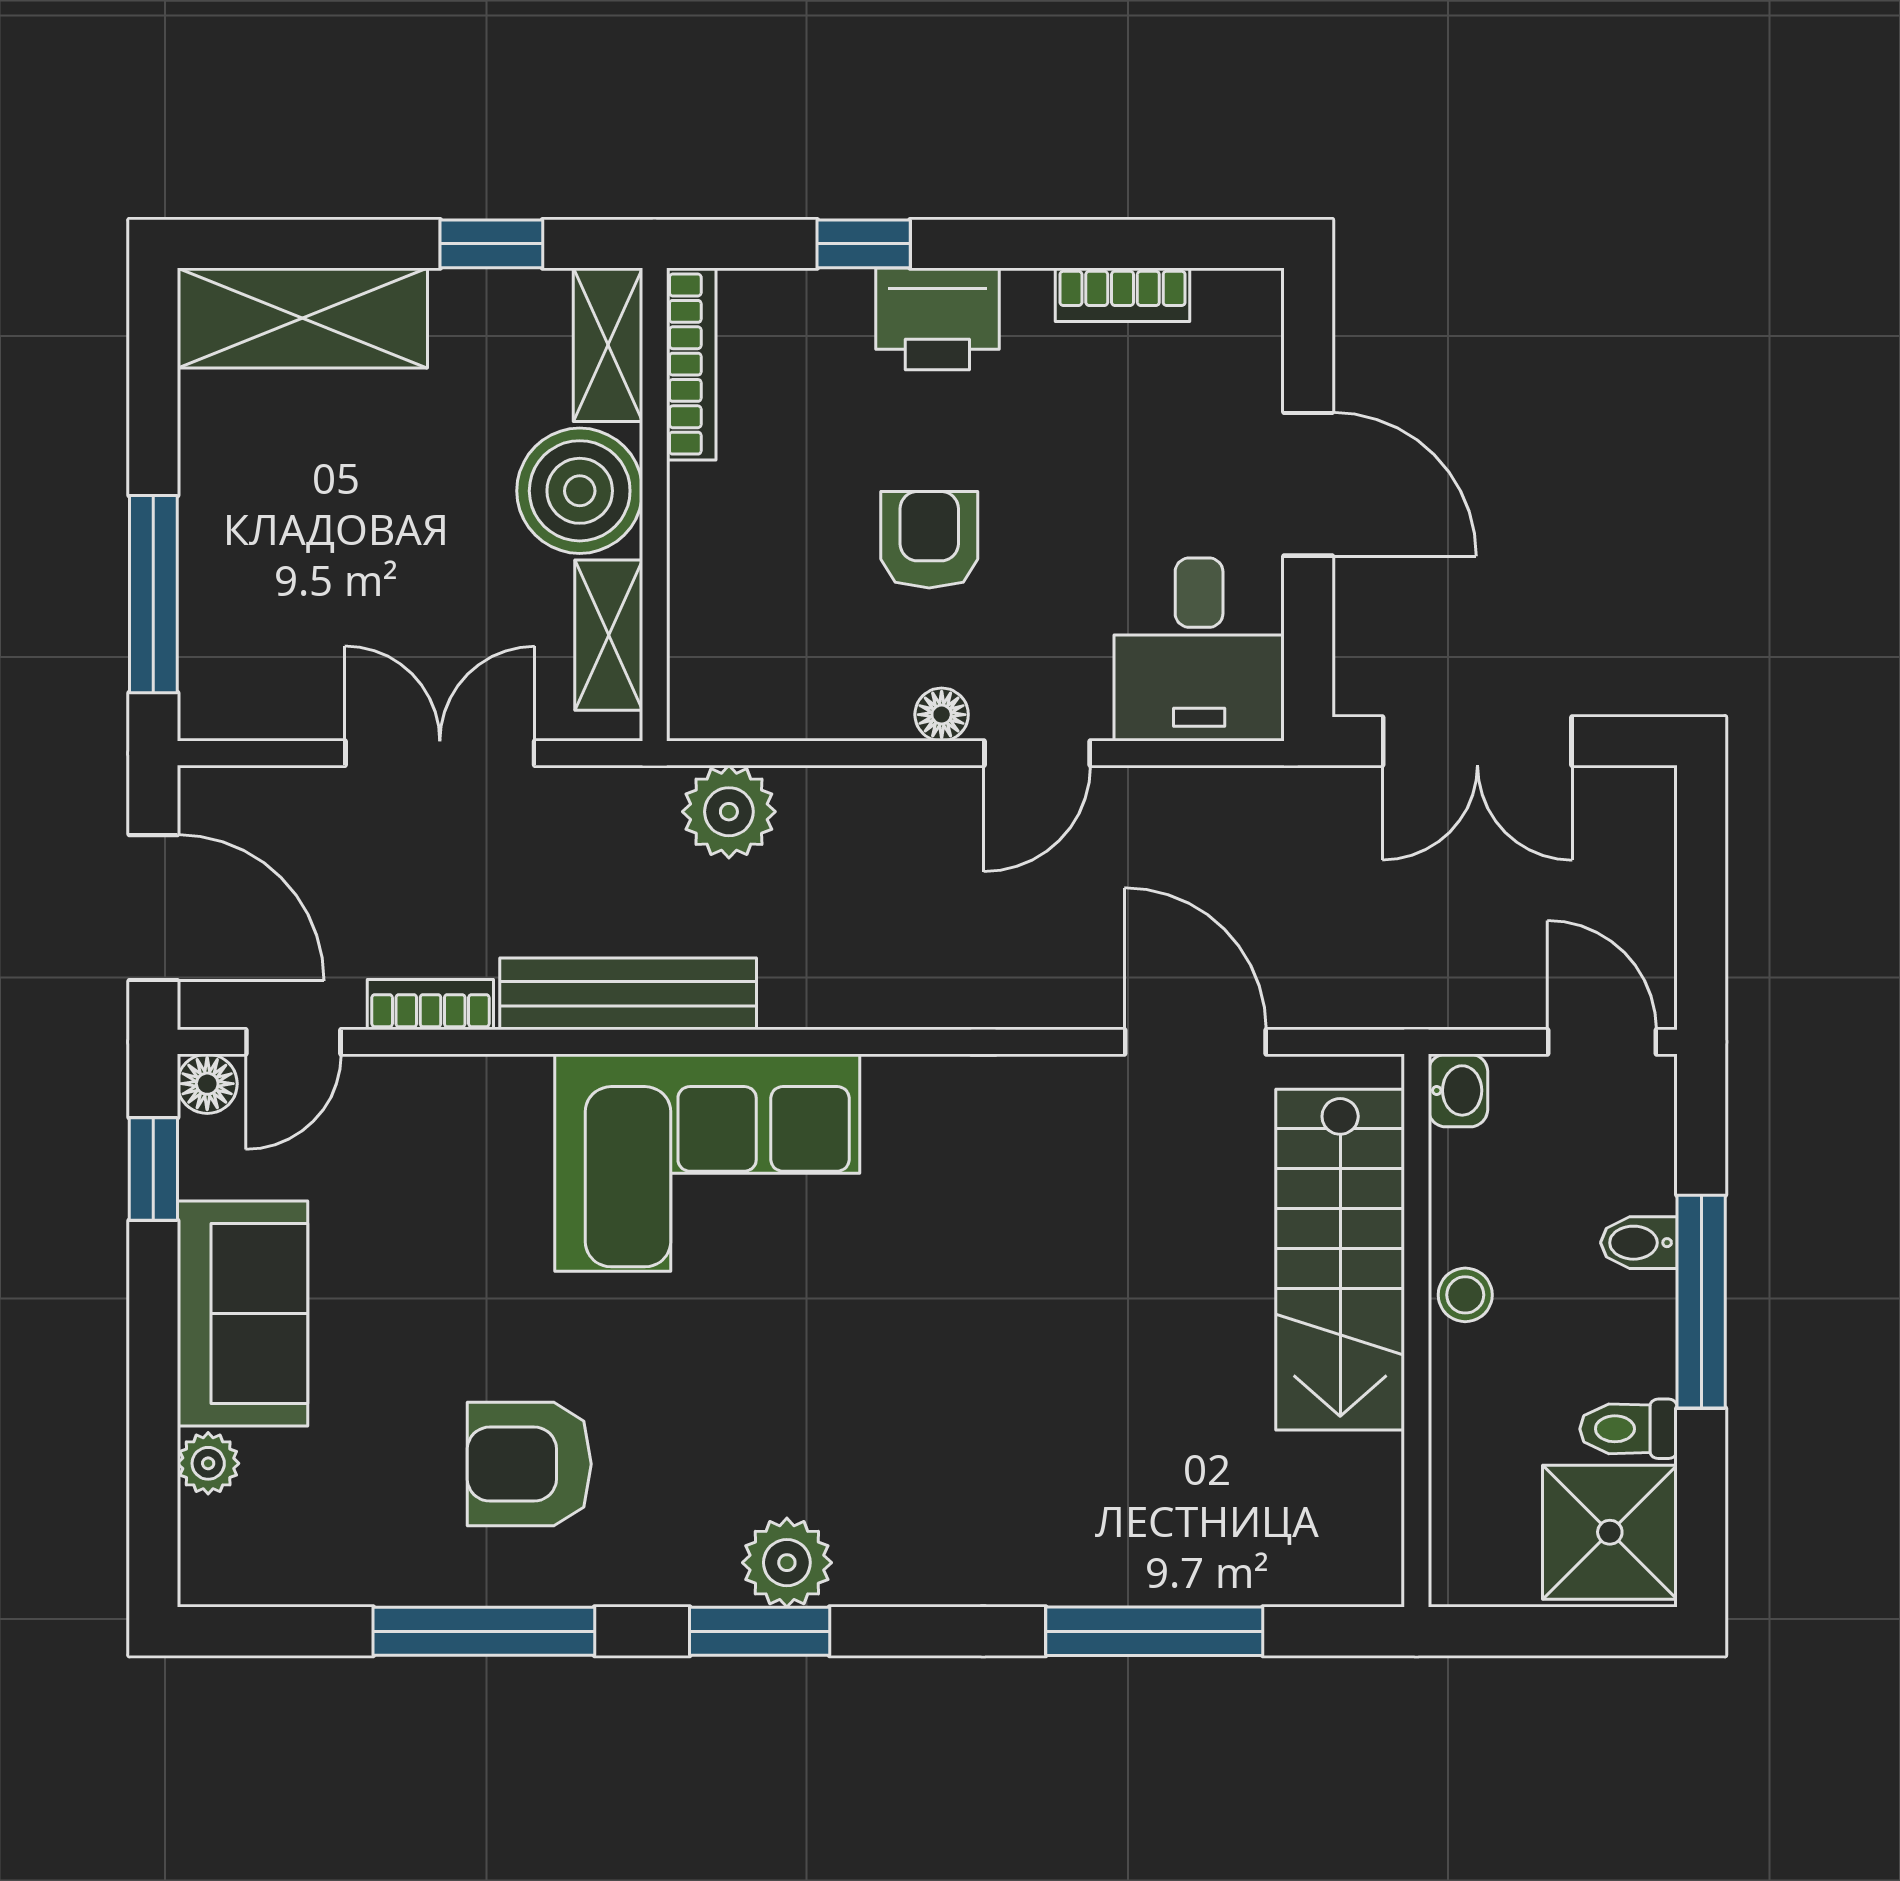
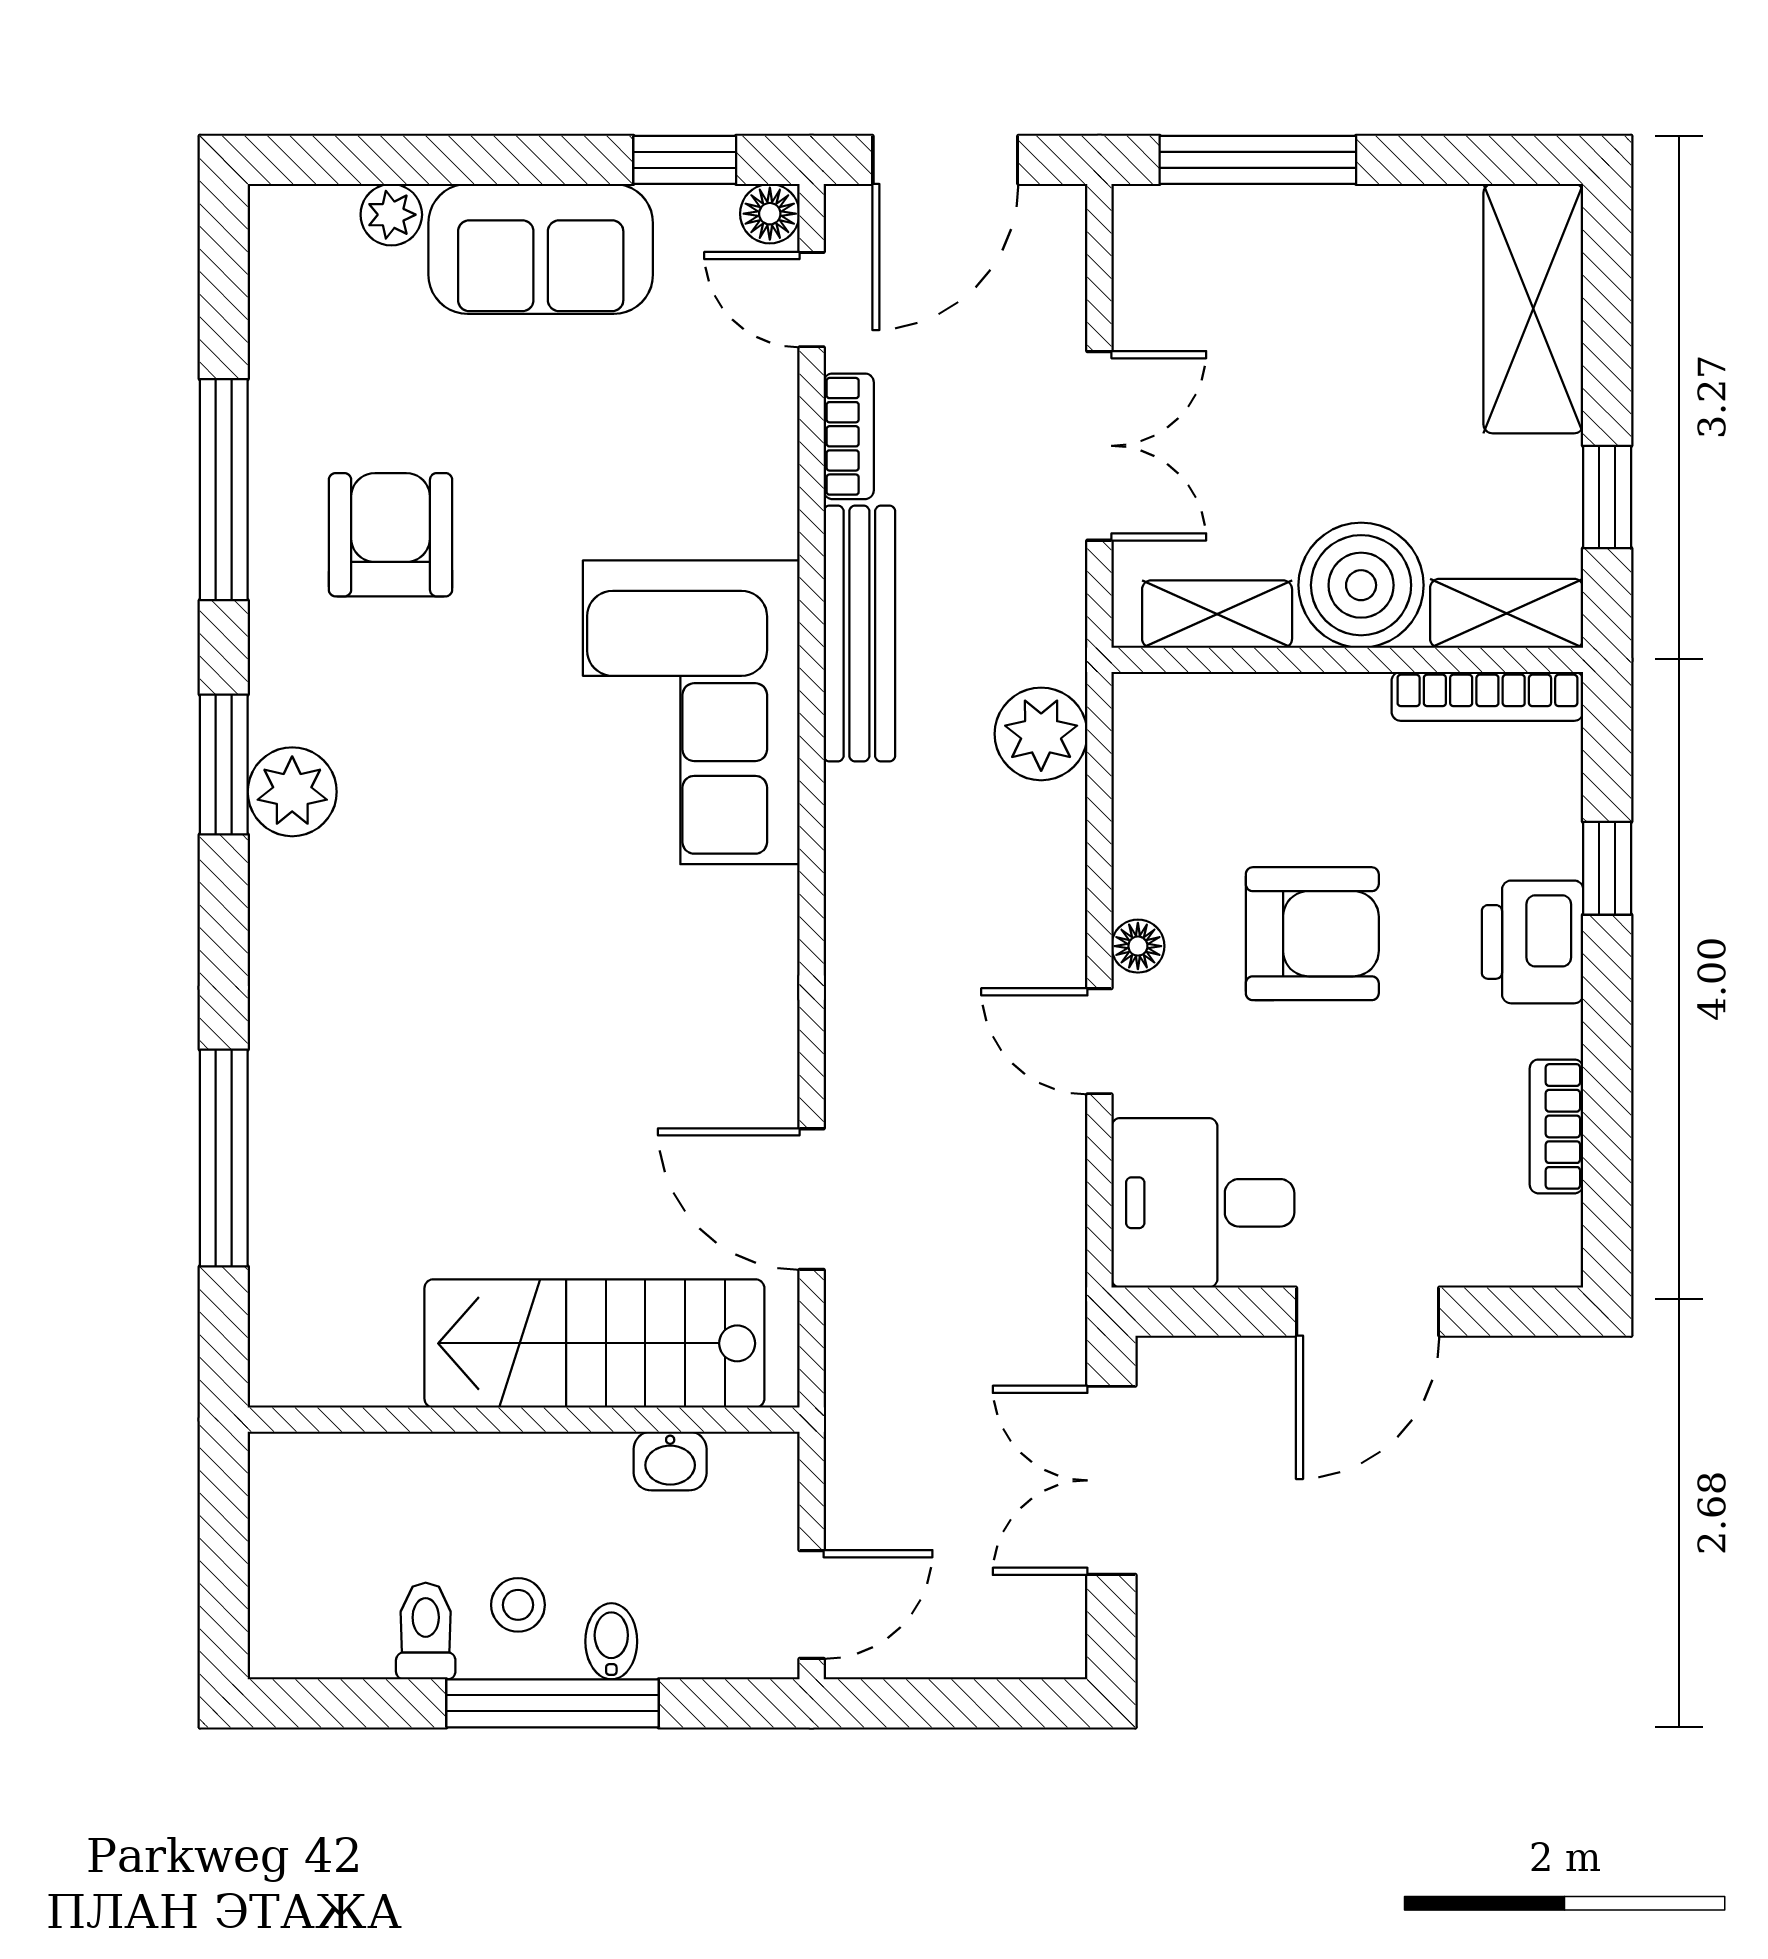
armchair: (929, 540) -> (1312, 934), width x1.38, depth x1.38
door: (1195, 1042) -> (812, 1199), swing flipped
washbasin: (1458, 1090) -> (670, 1461), moved
stool: (1465, 1295) -> (518, 1605), moved
shower: (1610, 1532) -> (323, 1612), removed

